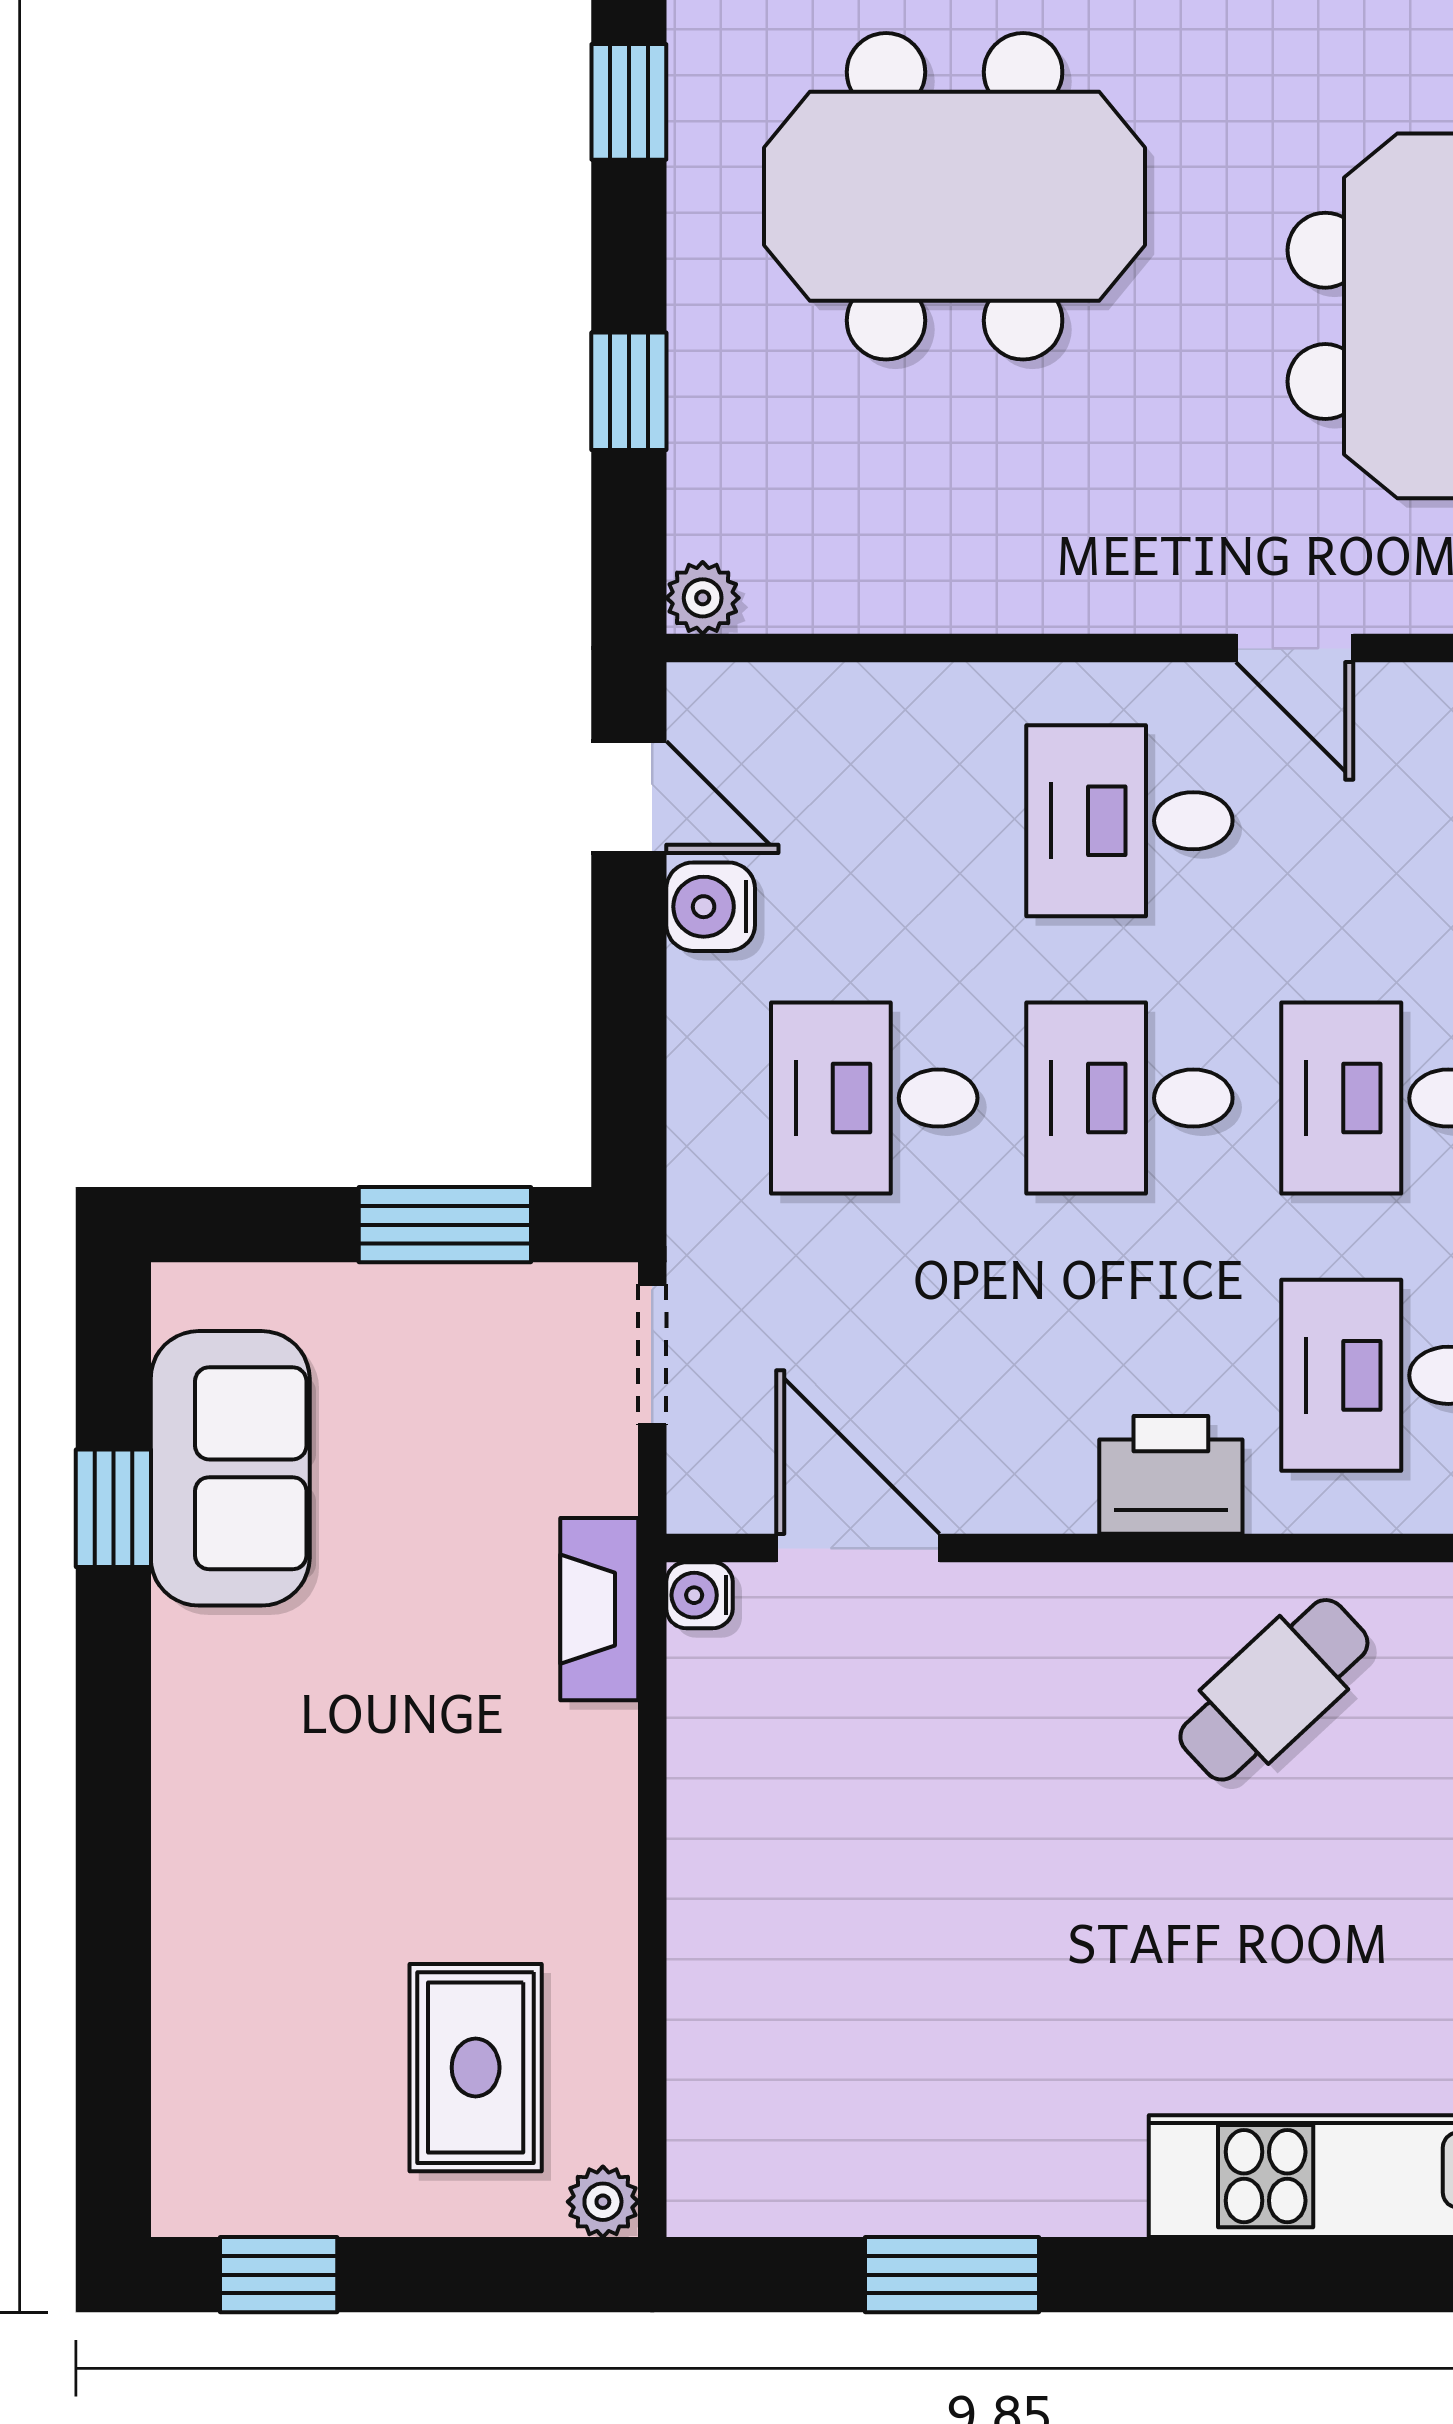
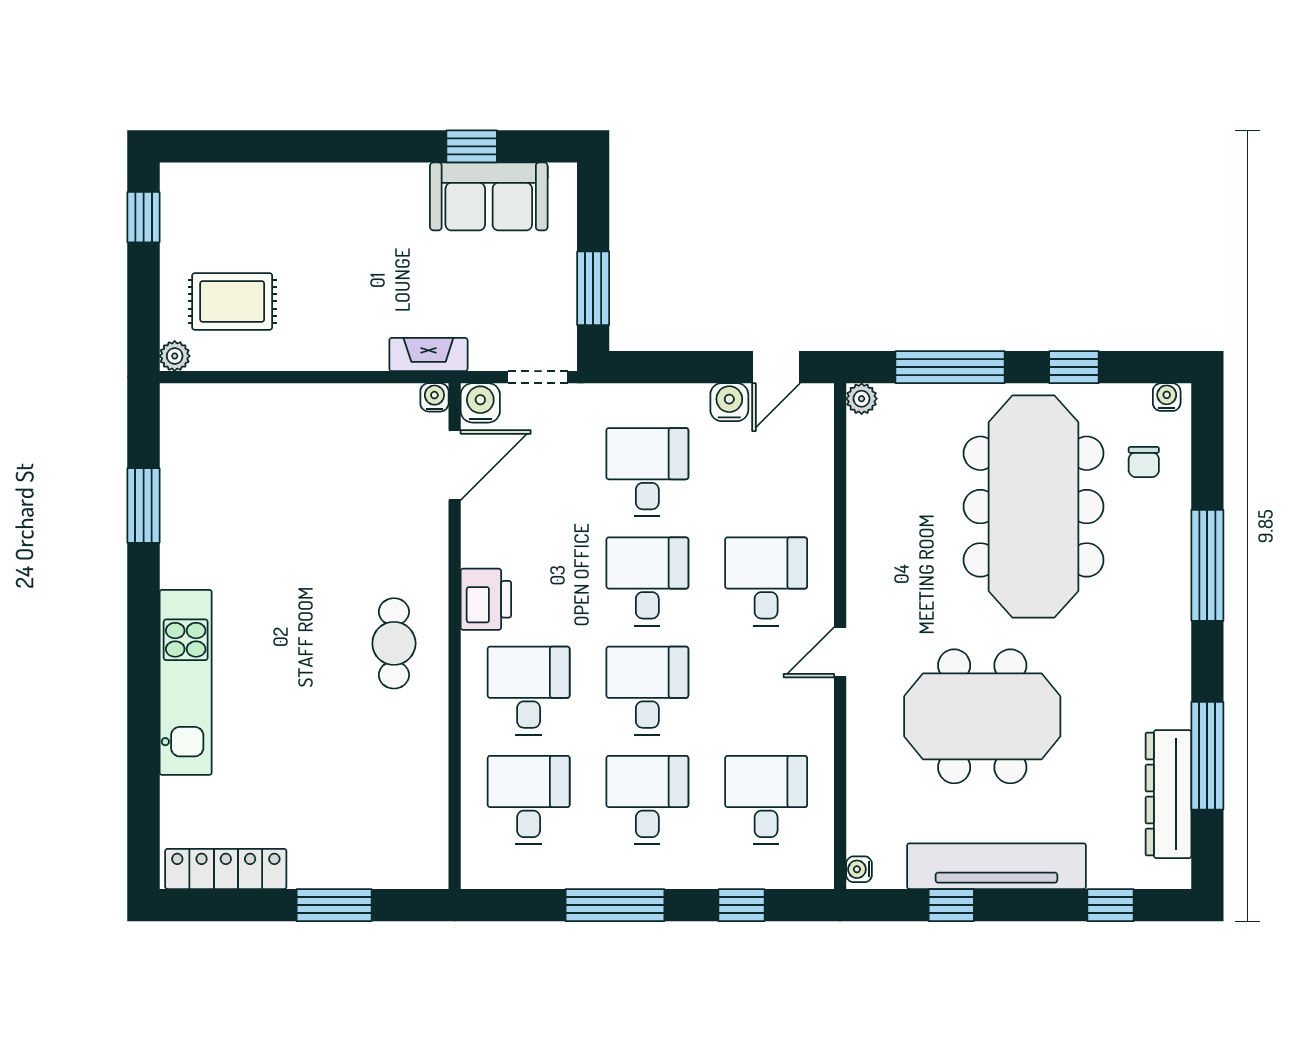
meeting table: (955, 196) -> (1033, 507), width x1.36
window: (629, 391) -> (950, 367), width x2.17
water cooler: (712, 1488) -> (480, 403), added
cafe table: (1274, 1690) -> (394, 643), turned 43

